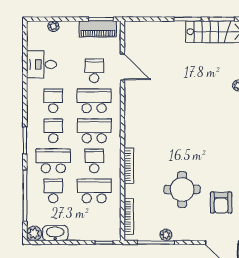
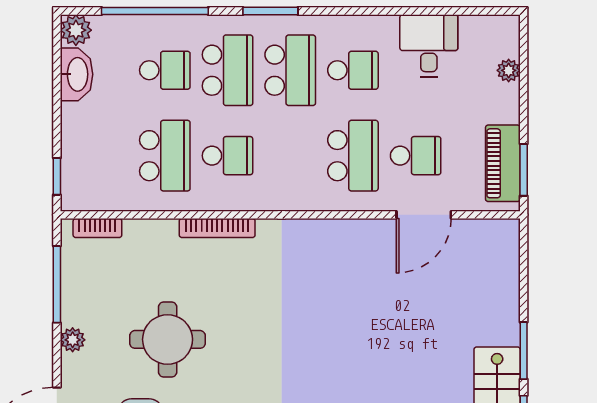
school desk: (53, 131) -> (290, 70), width x1.85
school desk: (94, 131) -> (290, 156), removed
bookcase: (129, 217) -> (97, 228), width x0.64
plant: (166, 235) -> (73, 340), moved

